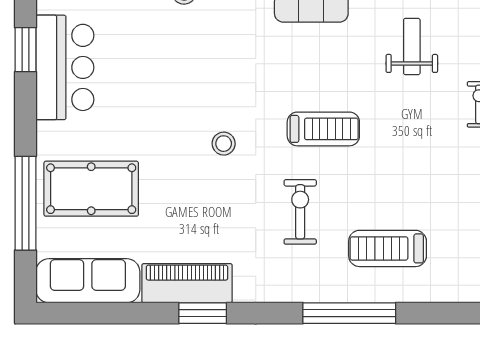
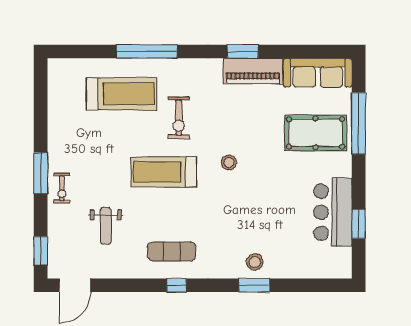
treadmill: (323, 129) -> (164, 172), width x1.37, depth x1.38
treadmill: (388, 248) -> (122, 94), width x1.37, depth x1.38

